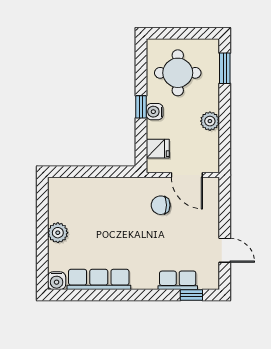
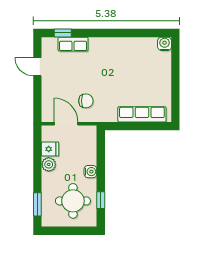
window: (141, 107) -> (101, 200), moved
fridge: (158, 149) -> (50, 149), moved, turned 180
plant: (58, 233) -> (164, 80), removed
row of seats: (99, 279) -> (142, 114), moved, turned 180

